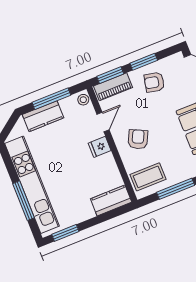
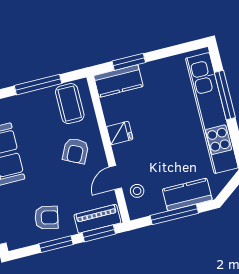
stool: (83, 100) -> (137, 191), moved
fridge: (100, 147) -> (120, 133), moved
coffee table: (148, 177) -> (70, 104), turned 90
window: (65, 233) -> (129, 62), moved

